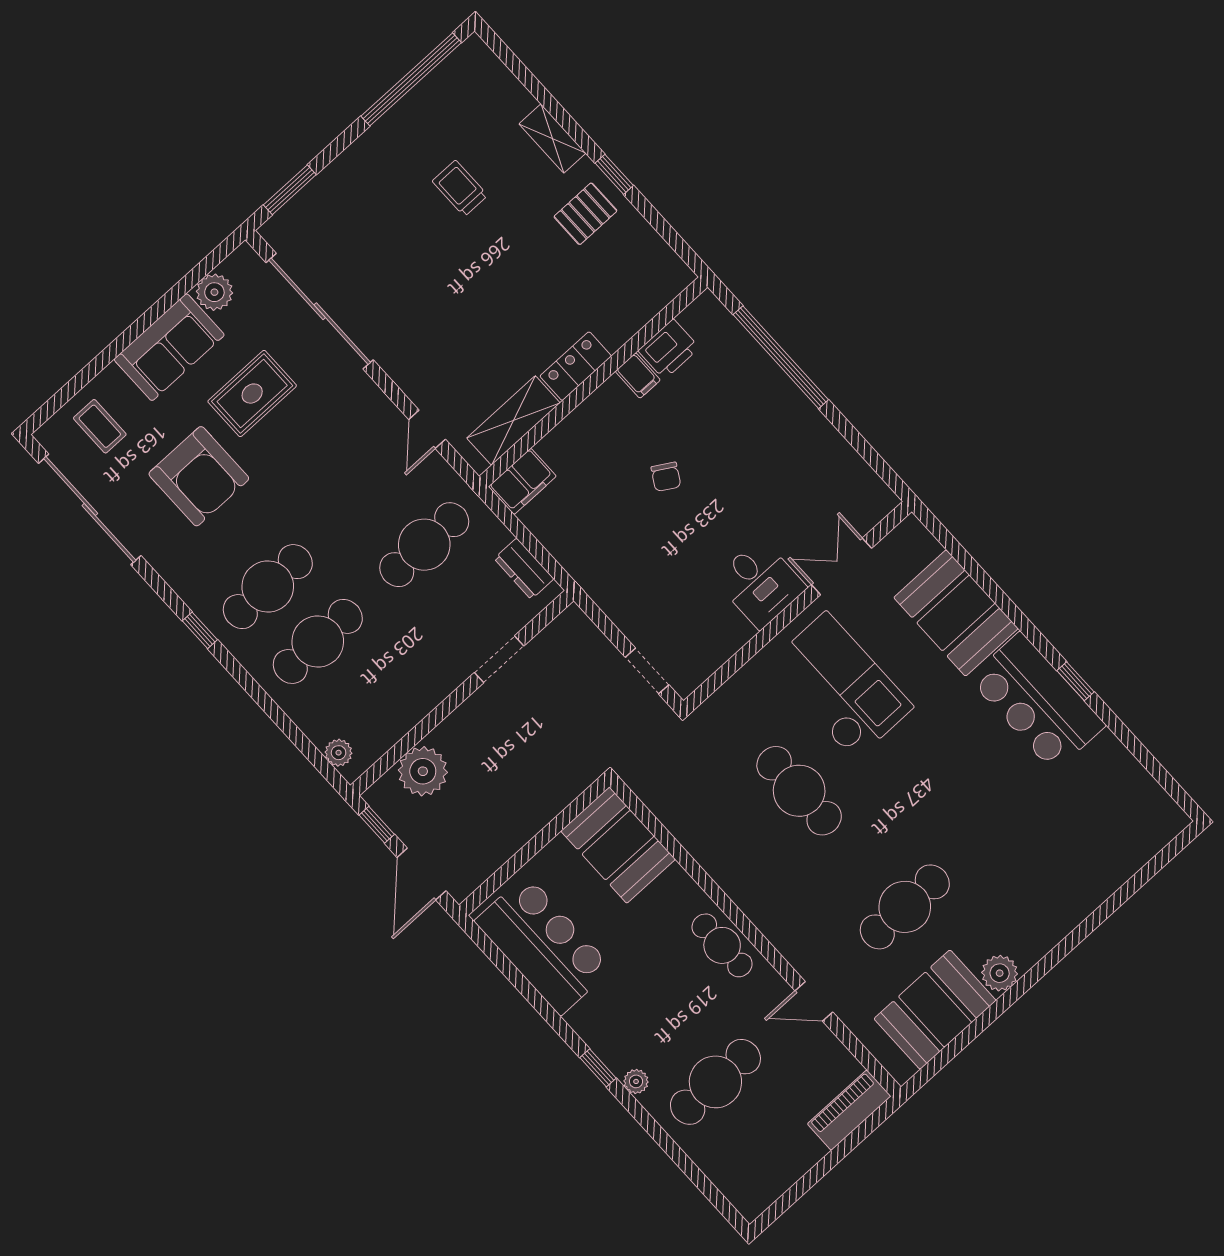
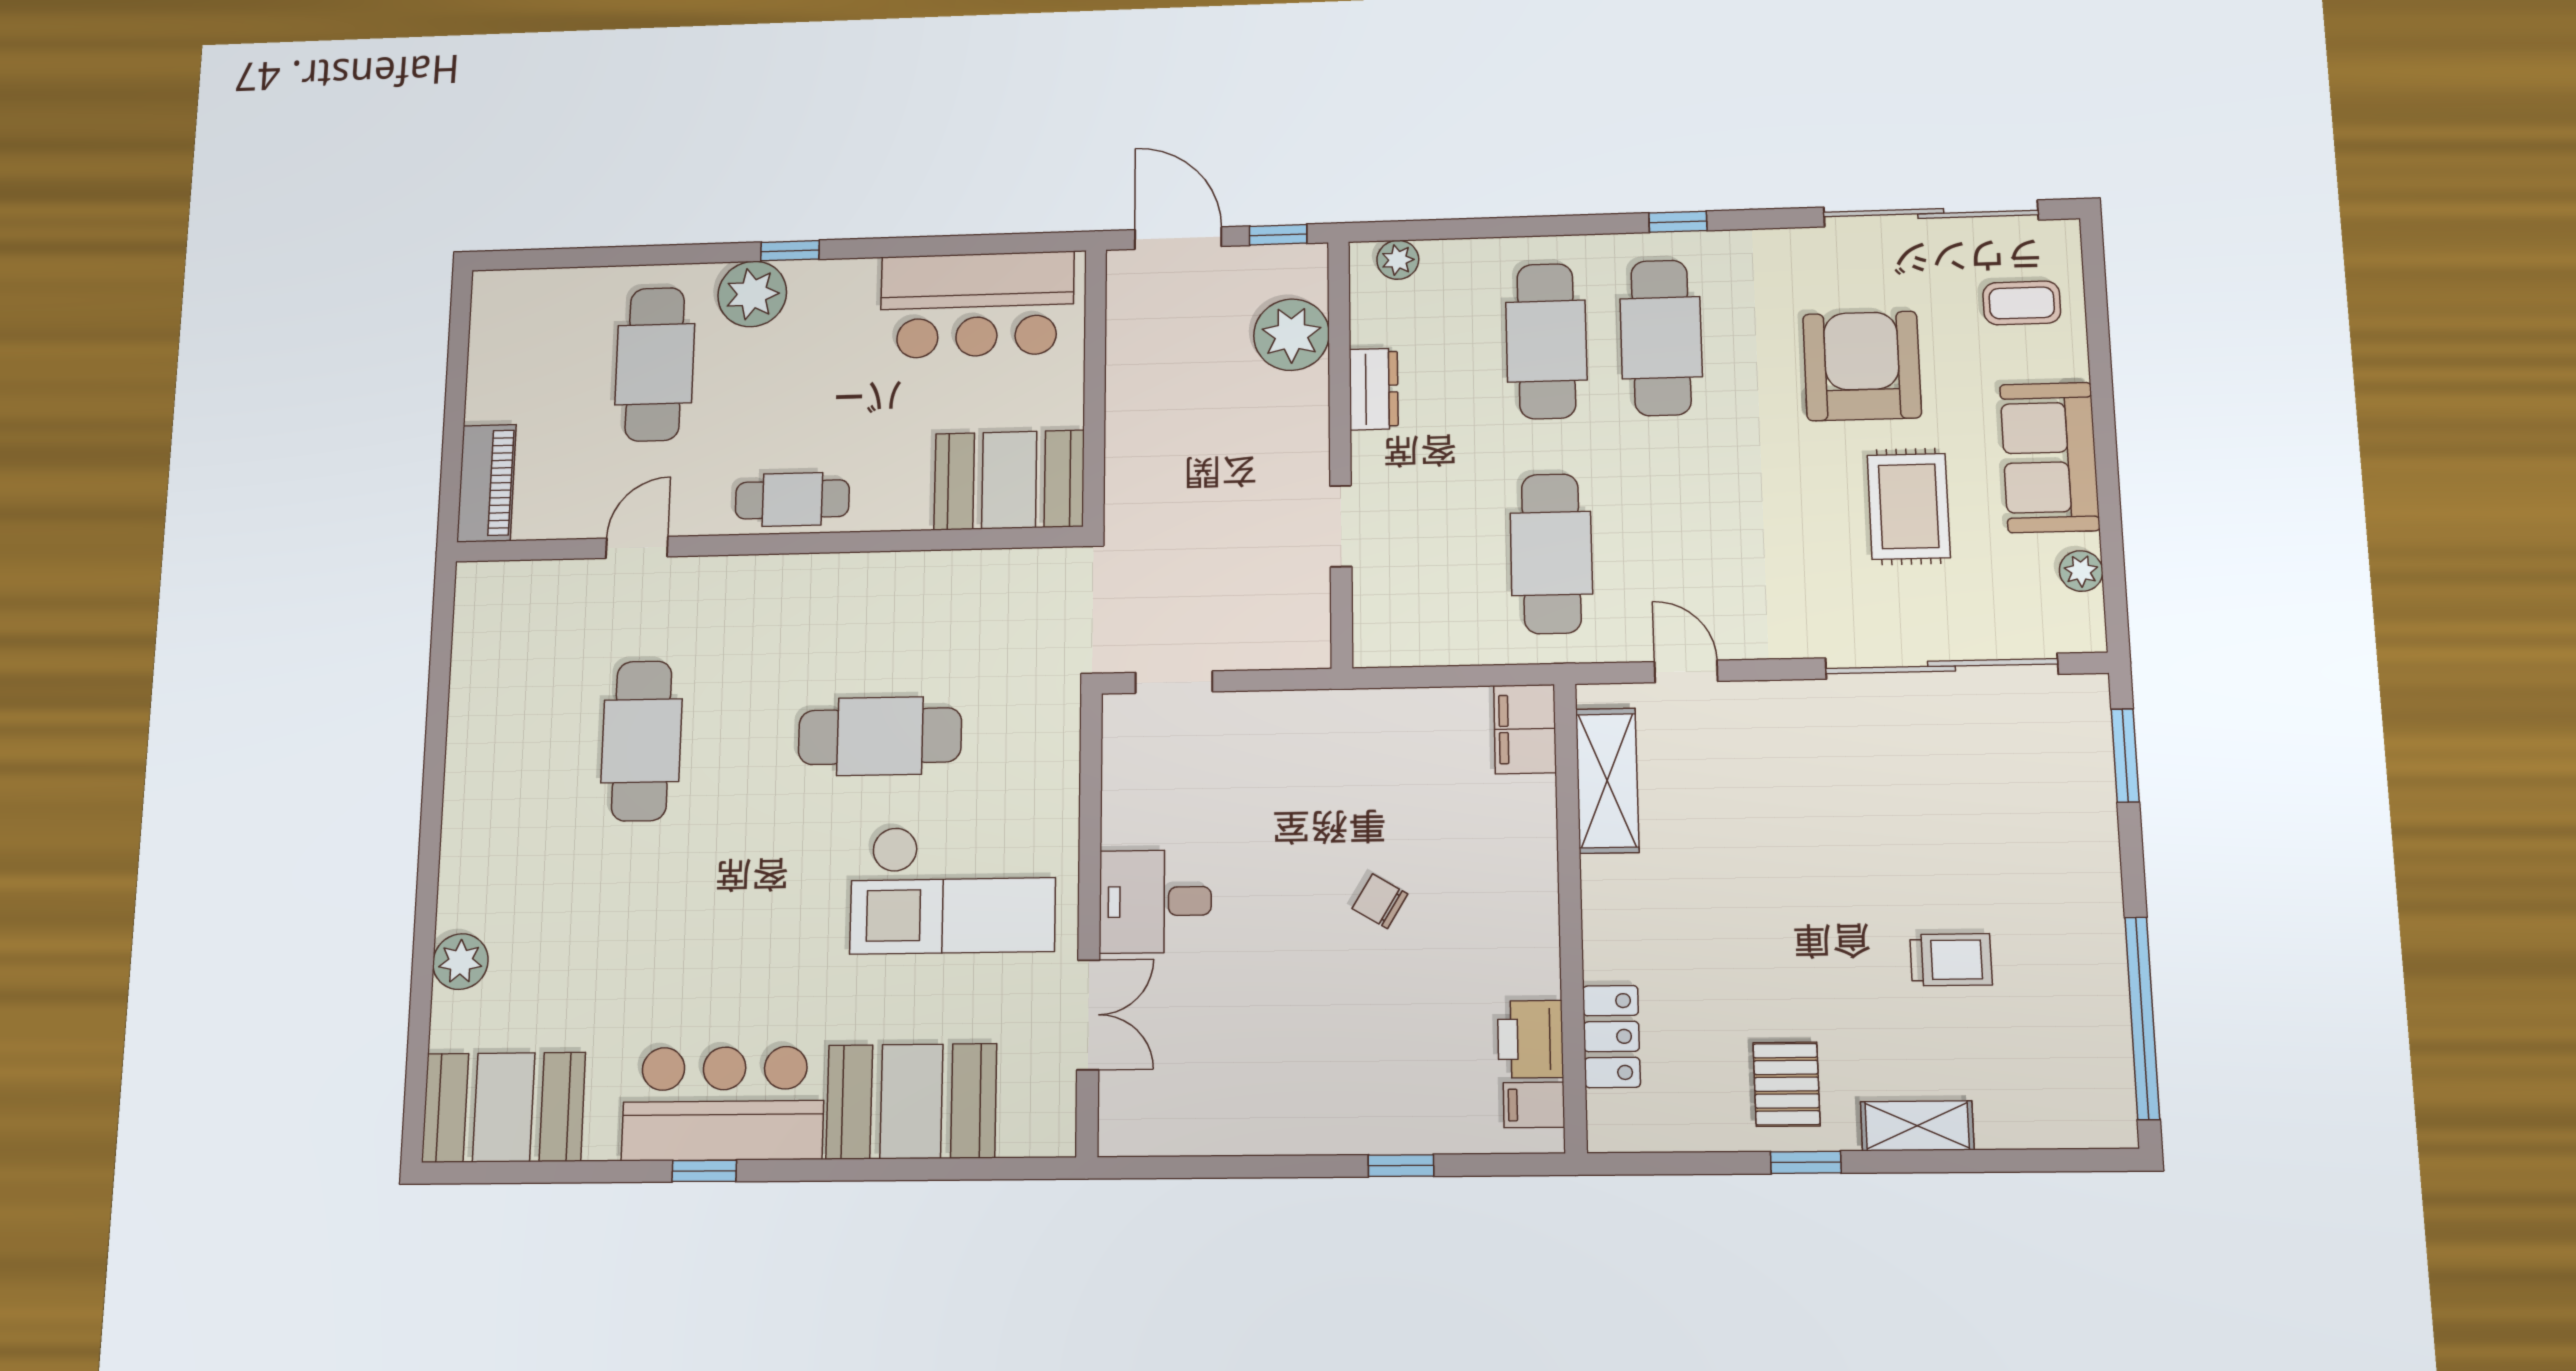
plant: (214, 292) -> (2081, 571), width x0.73, depth x0.73
window: (781, 357) -> (1401, 1166), width x0.32
locker: (576, 366) -> (1611, 1037), moved
filing cabinet: (638, 376) -> (1534, 1105), moved
armchair: (199, 476) -> (1862, 366), turned 90
dresser: (524, 569) -> (1374, 389), moved, turned 90
plant: (1000, 973) -> (460, 962), moved
booth: (935, 1010) -> (504, 1107), moved, turned 90
plant: (636, 1081) -> (752, 294), width x1.88, depth x1.88

